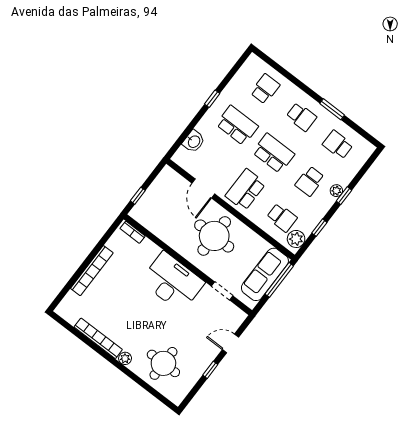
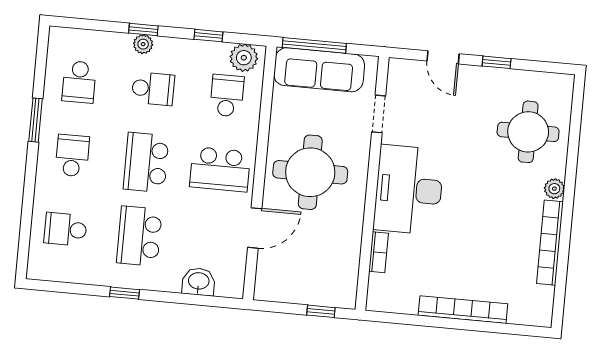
bookcase: (133, 232) -> (379, 252), moved

